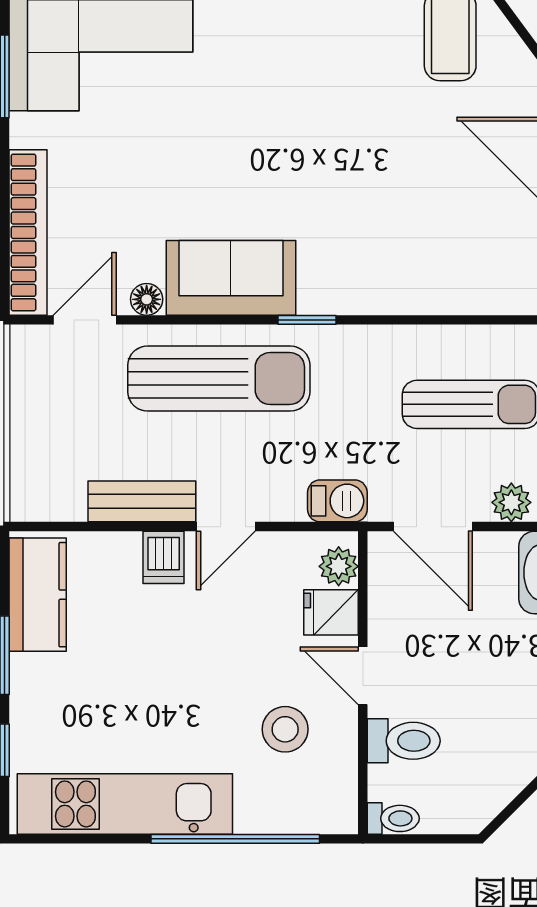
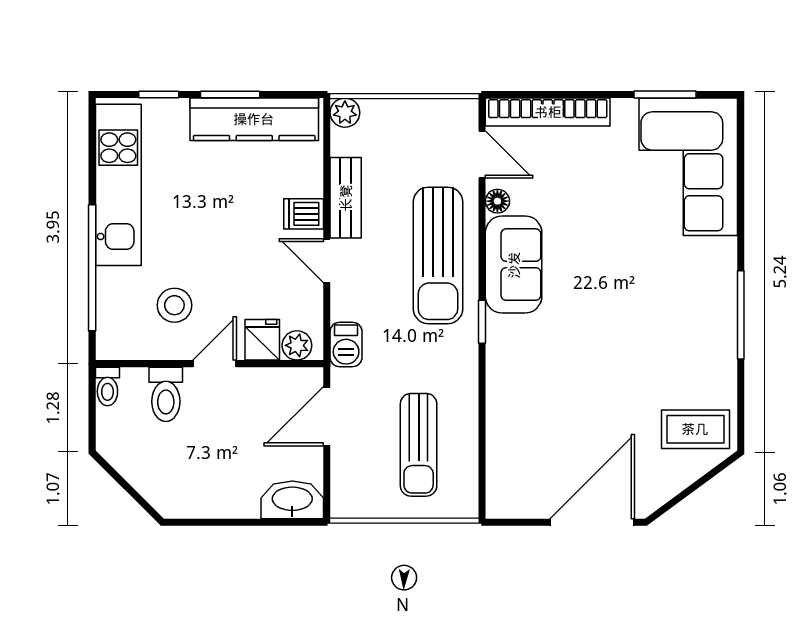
plant: (511, 502) -> (345, 113), moved
kitchen counter: (38, 595) -> (254, 119), width x1.50

